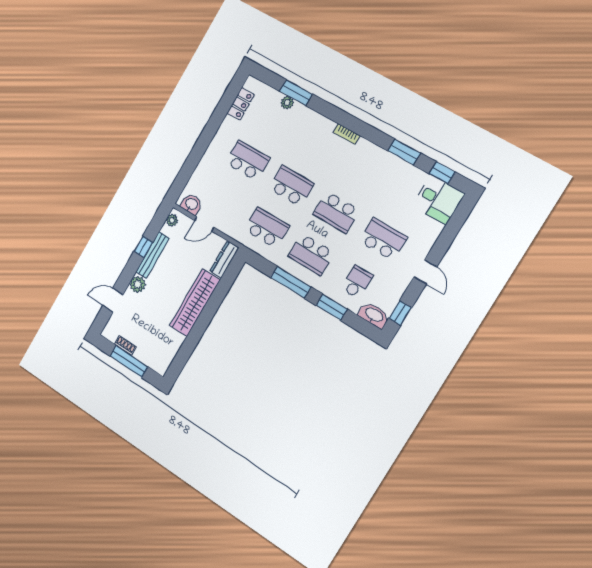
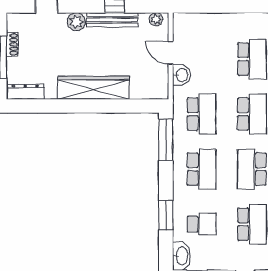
washbasin: (191, 204) -> (181, 75), moved
school desk: (311, 254) -> (202, 169), turned 180
dresser: (224, 260) -> (25, 92), moved
window: (291, 282) -> (166, 140), moved

